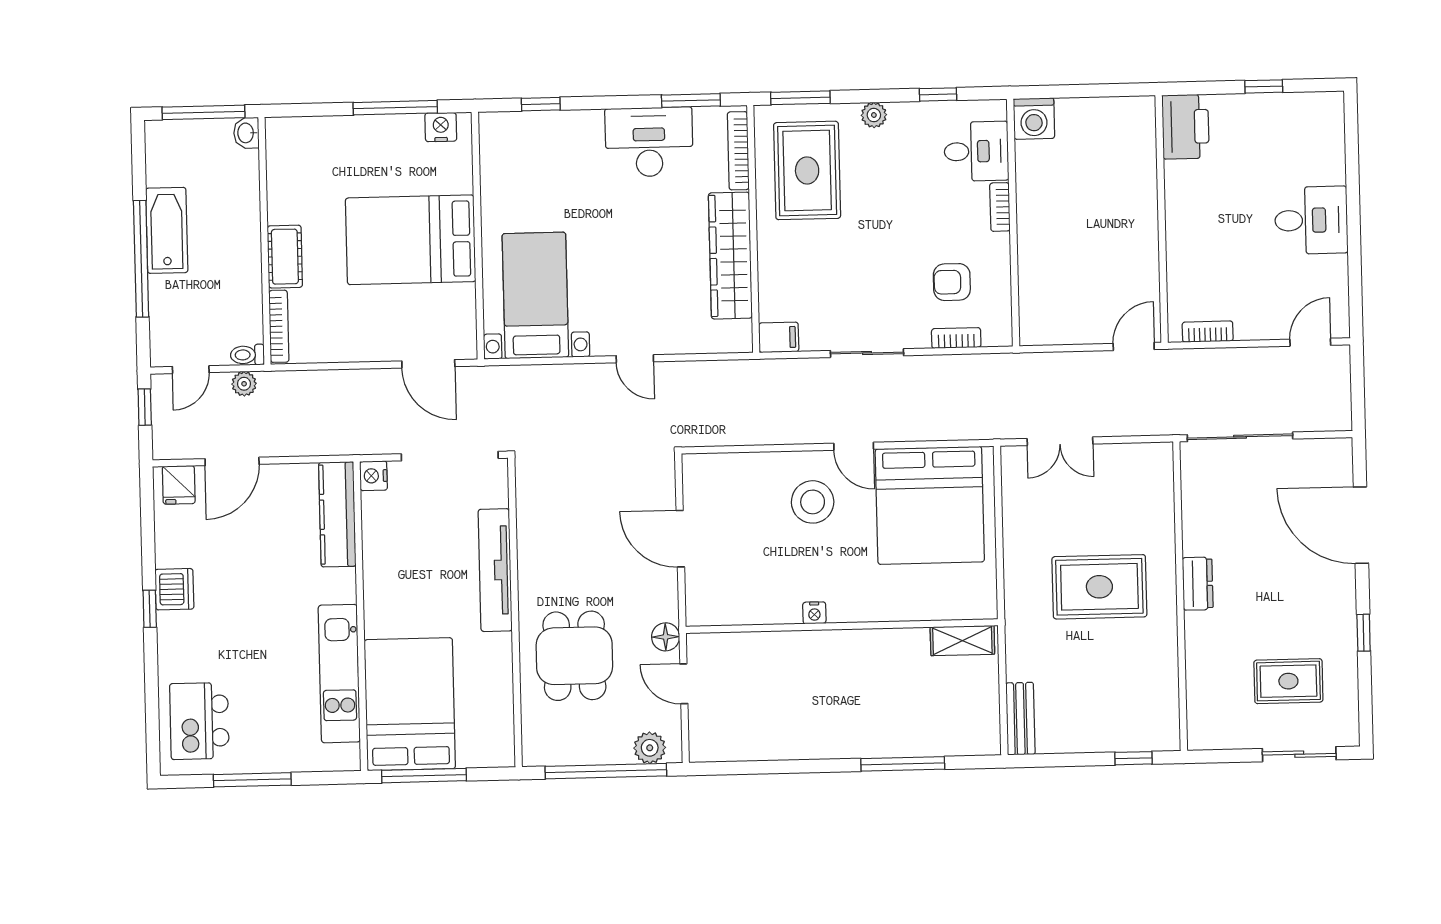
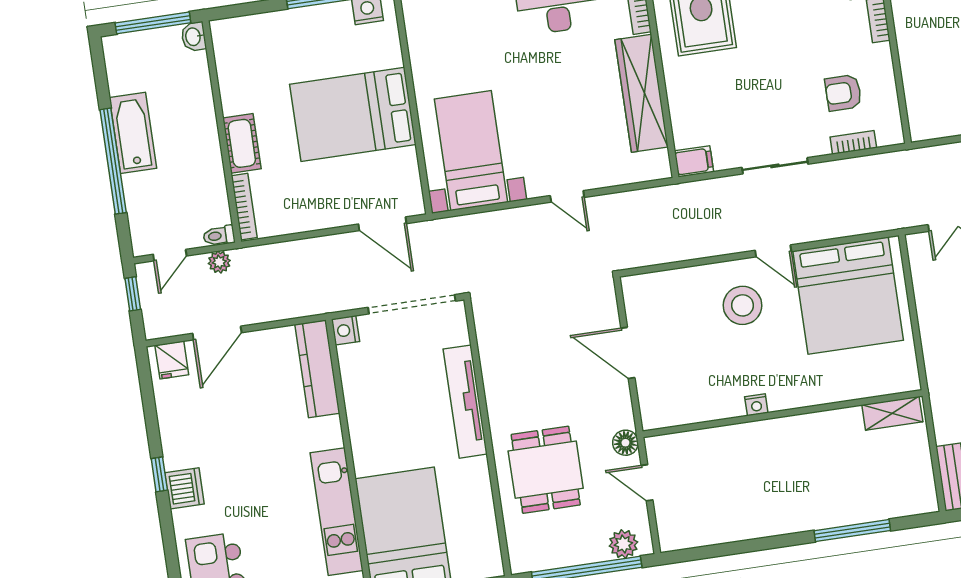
dishwasher: (174, 589) -> (184, 488), moved

